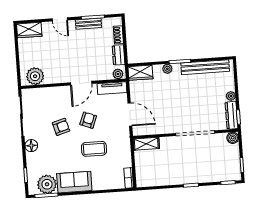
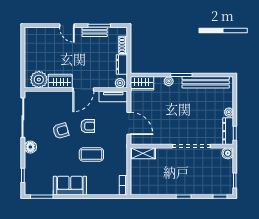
wardrobe: (29, 30) -> (60, 81), moved, turned 180
armchair: (88, 120) -> (88, 126), turned 69
plant: (47, 184) -> (43, 186), removed

